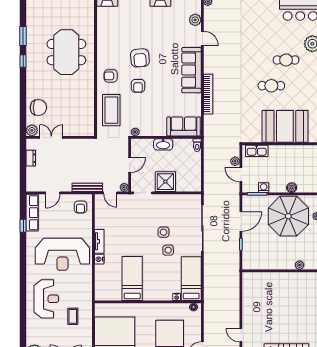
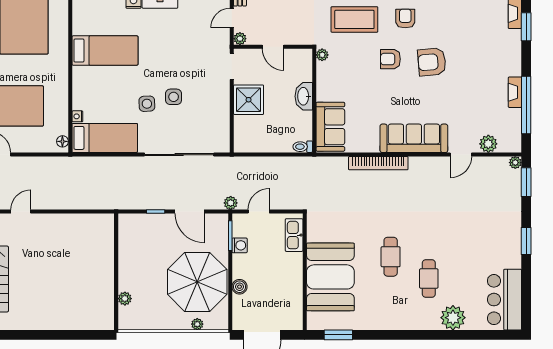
plant: (235, 161) -> (231, 203), moved

